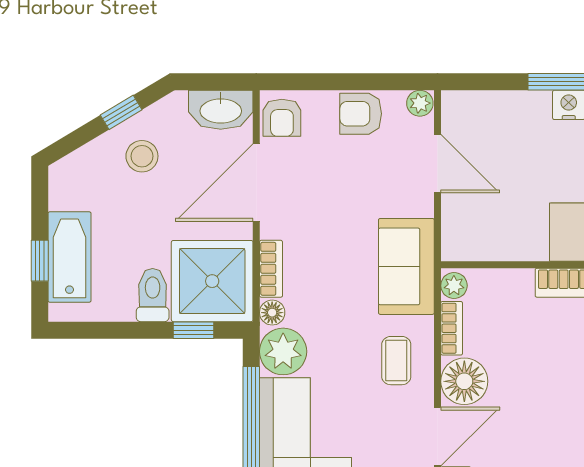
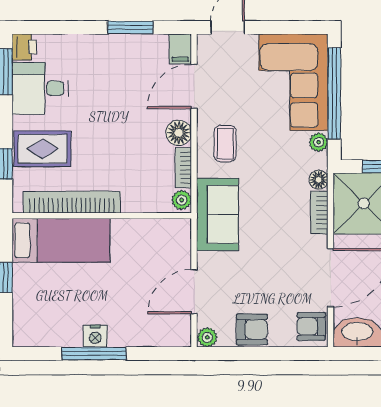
armchair: (282, 118) -> (311, 326), turned -90
door: (438, 164) -> (194, 292), hinge flipped
plant: (283, 351) -> (319, 142), width x0.53, depth x0.53
floor lamp: (464, 381) -> (179, 133), width x0.73, depth x0.73

